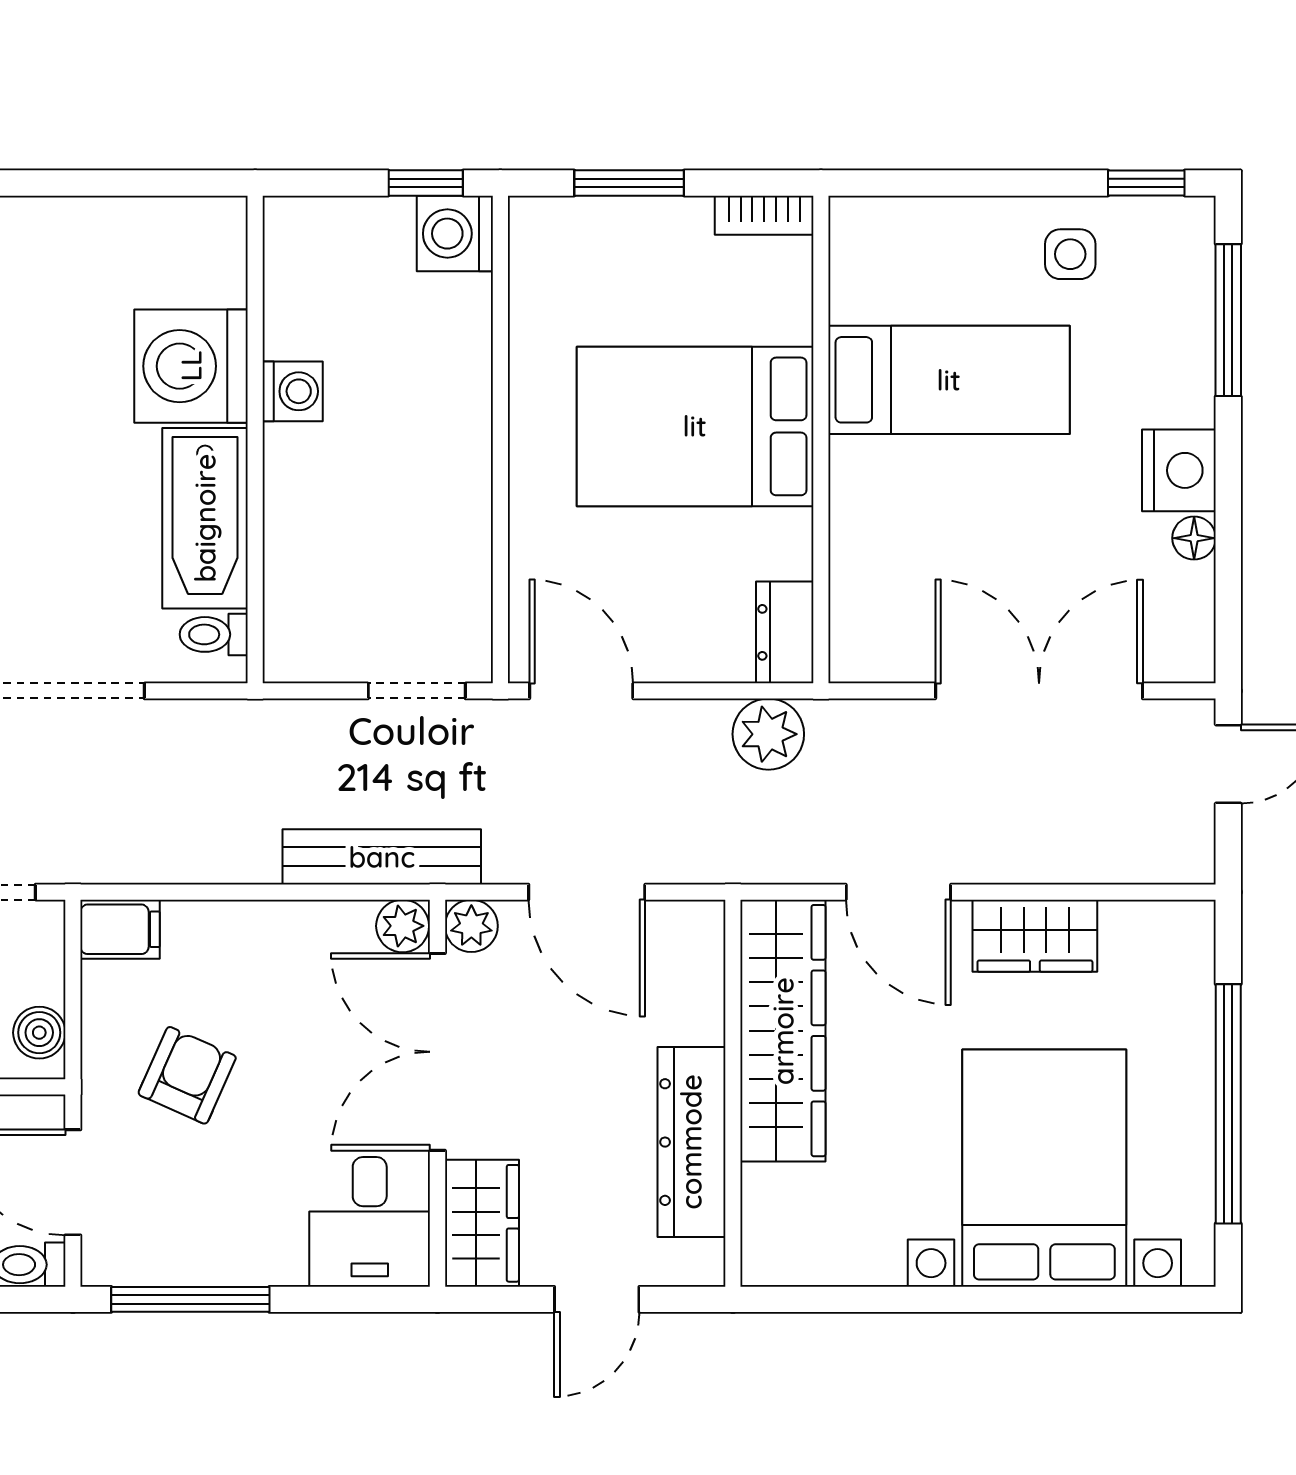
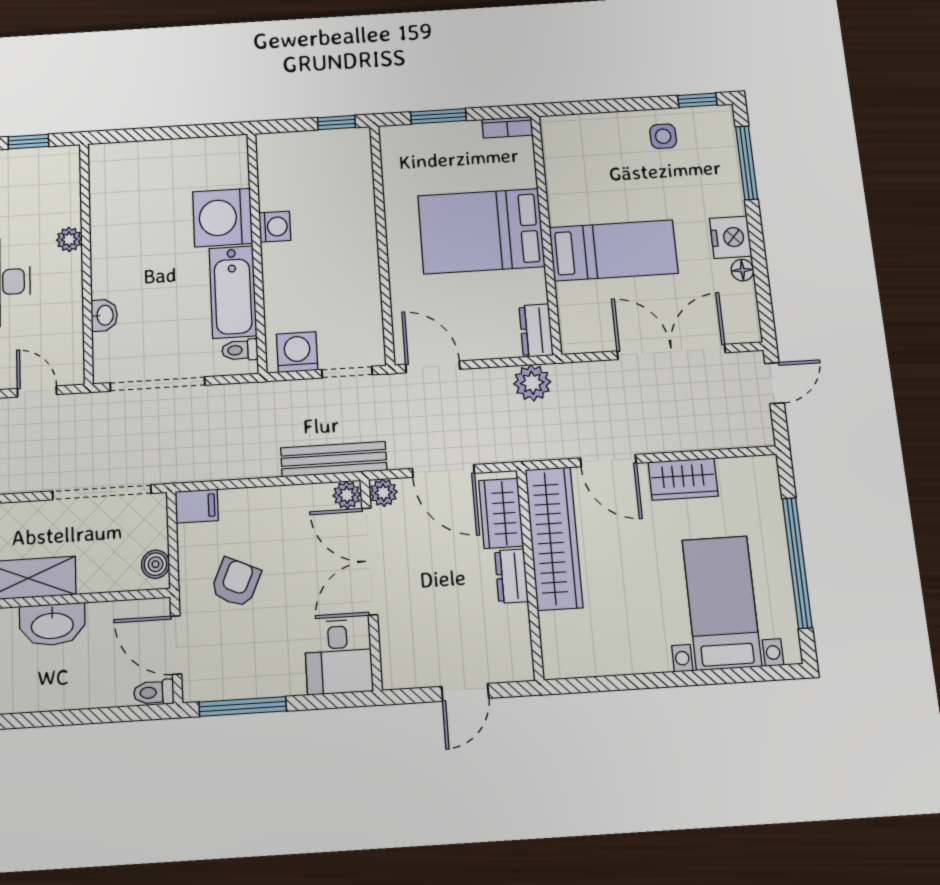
washing machine: (455, 234) -> (297, 352), moved, turned 90
bed: (949, 380) -> (614, 250), moved
dresser: (691, 1142) -> (511, 576), width x0.51, depth x0.80
bed with nightstands: (1044, 1168) -> (722, 603), width x0.73
wardrobe: (482, 1223) -> (501, 513), moved, turned 180

